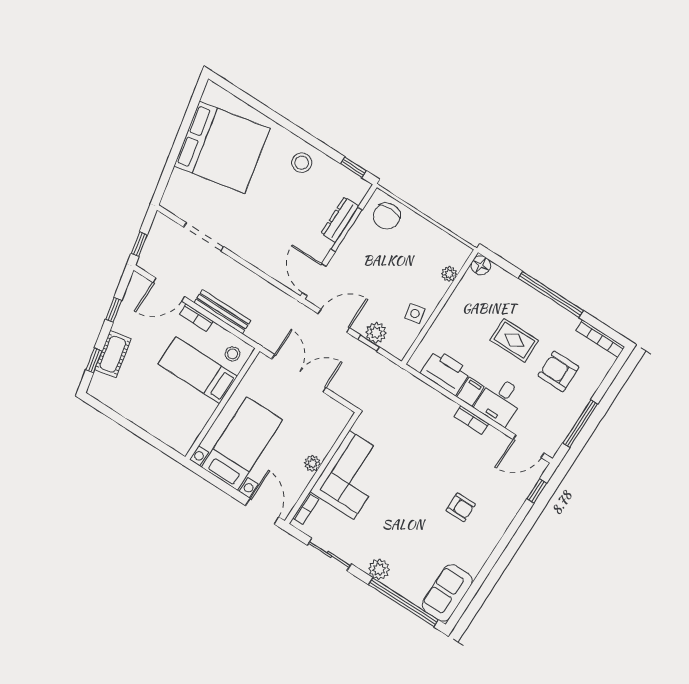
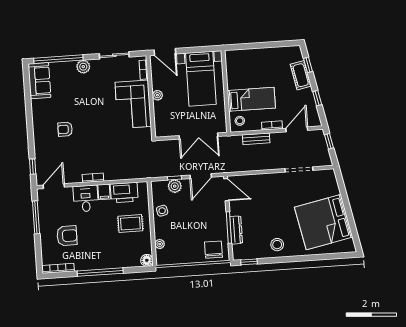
bench: (222, 312) -> (256, 139), width x0.73
rug: (514, 340) -> (130, 223), moved

